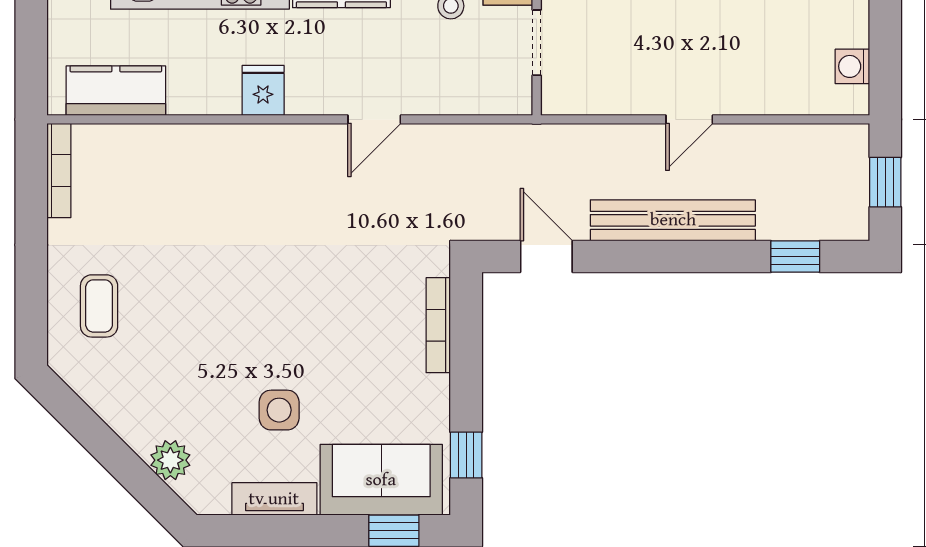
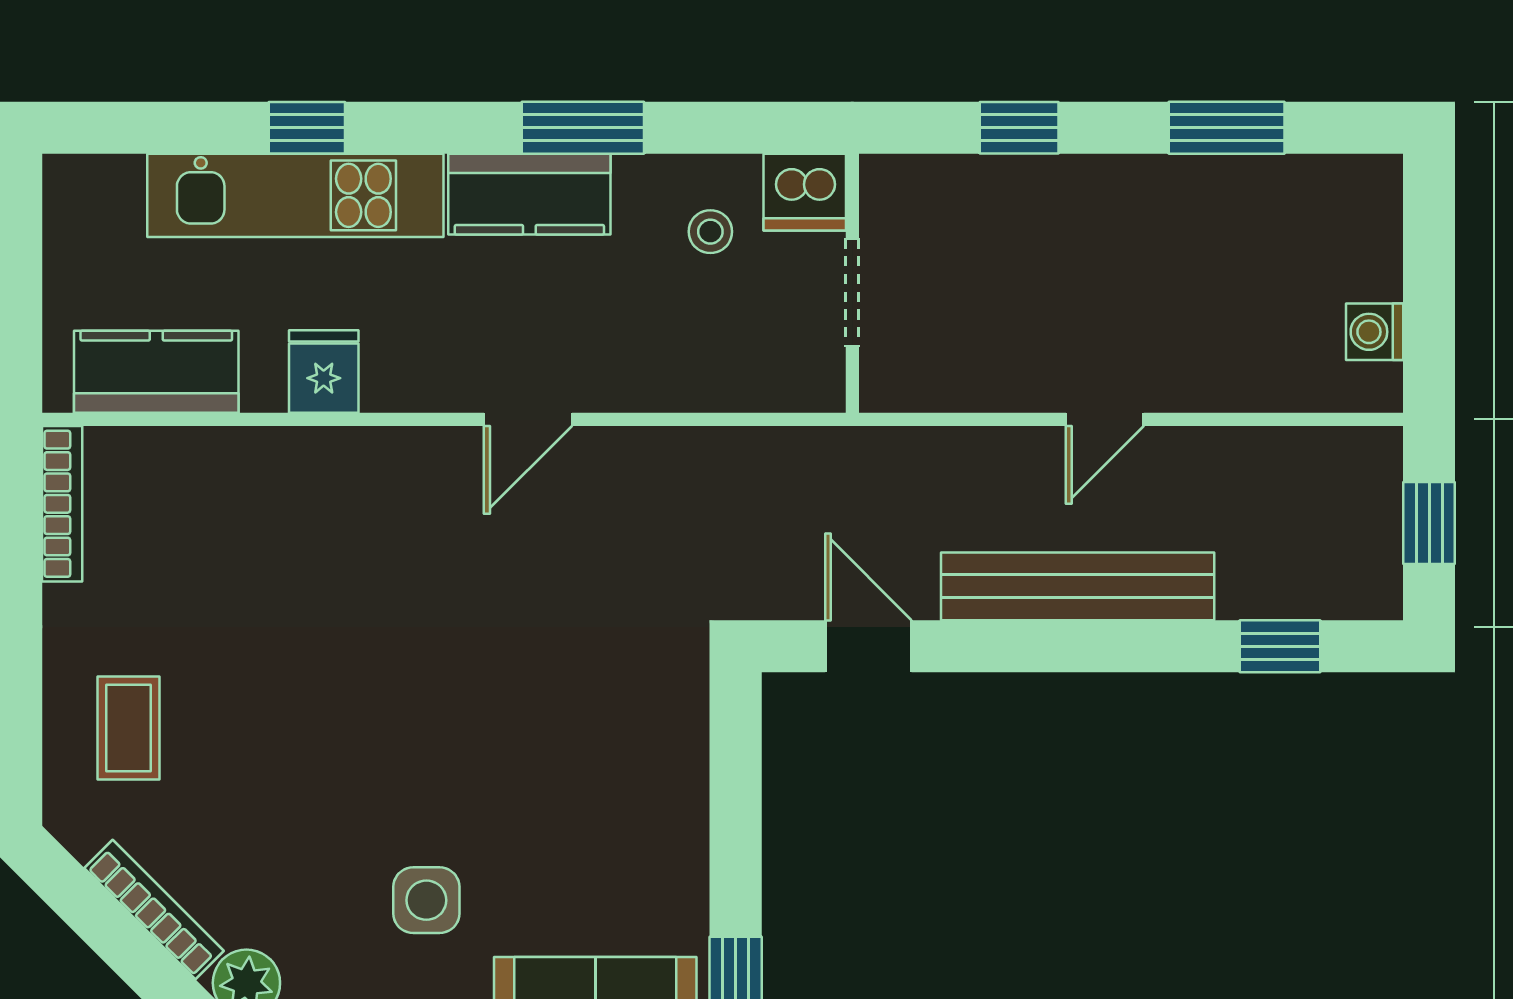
fridge: (263, 90) -> (324, 372), moved
door: (374, 119) -> (528, 419), moved
bookcase: (438, 325) -> (154, 909), moved, turned 135

